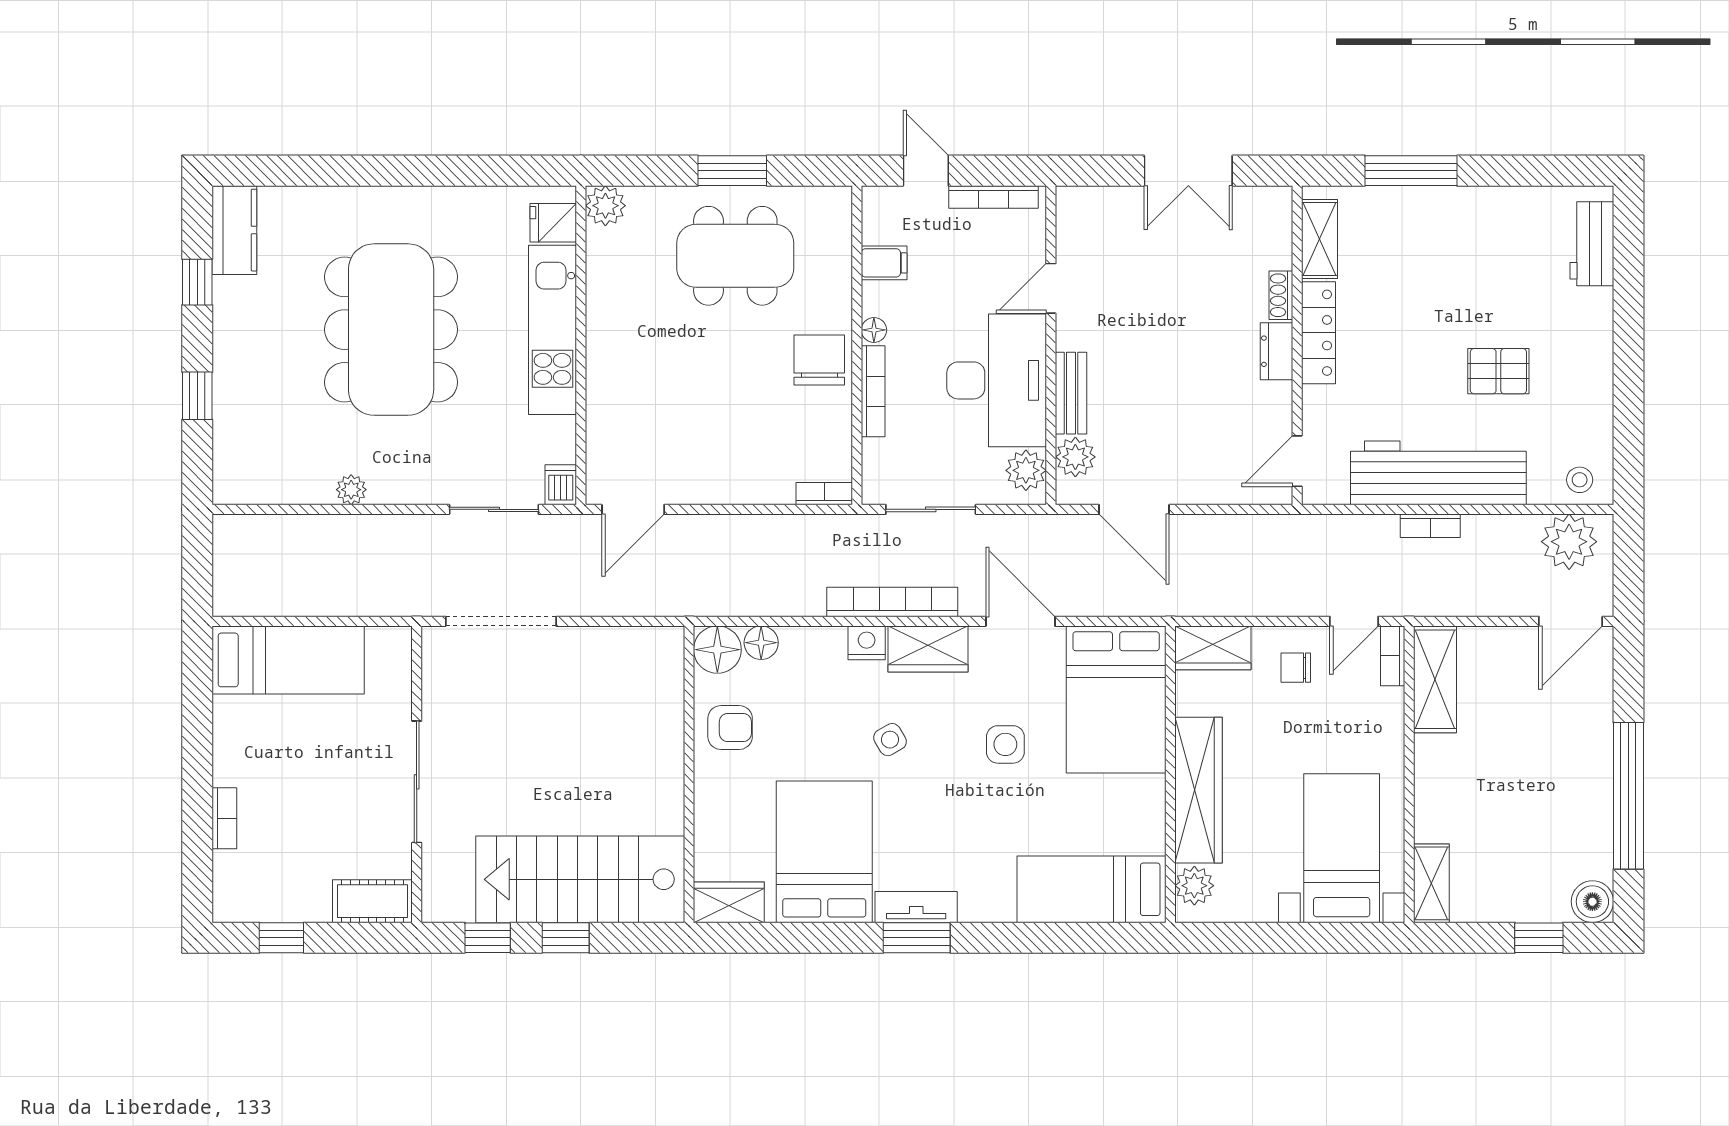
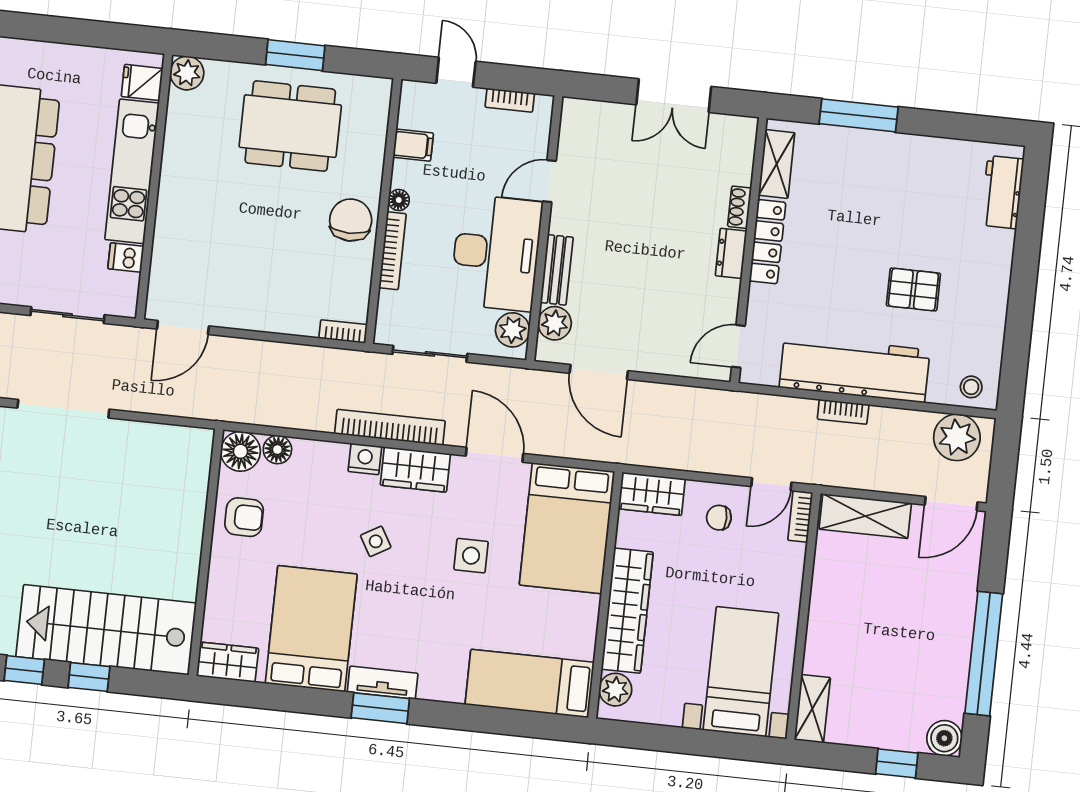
bookcase: (993, 197) -> (510, 100), width x0.64
dishwasher: (561, 485) -> (126, 257), moved, turned -90
shelving: (1435, 679) -> (865, 516), moved, turned 90

